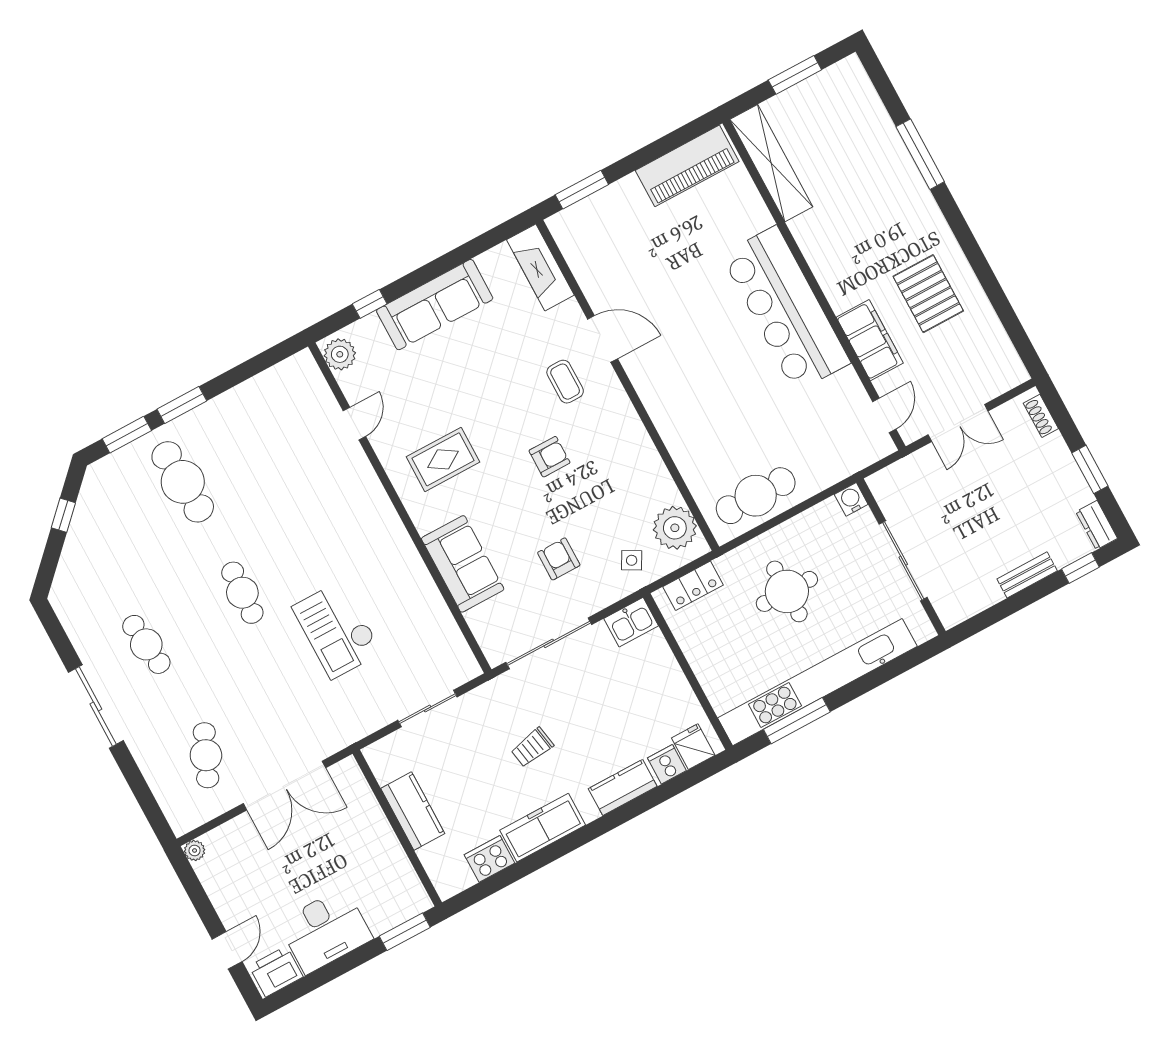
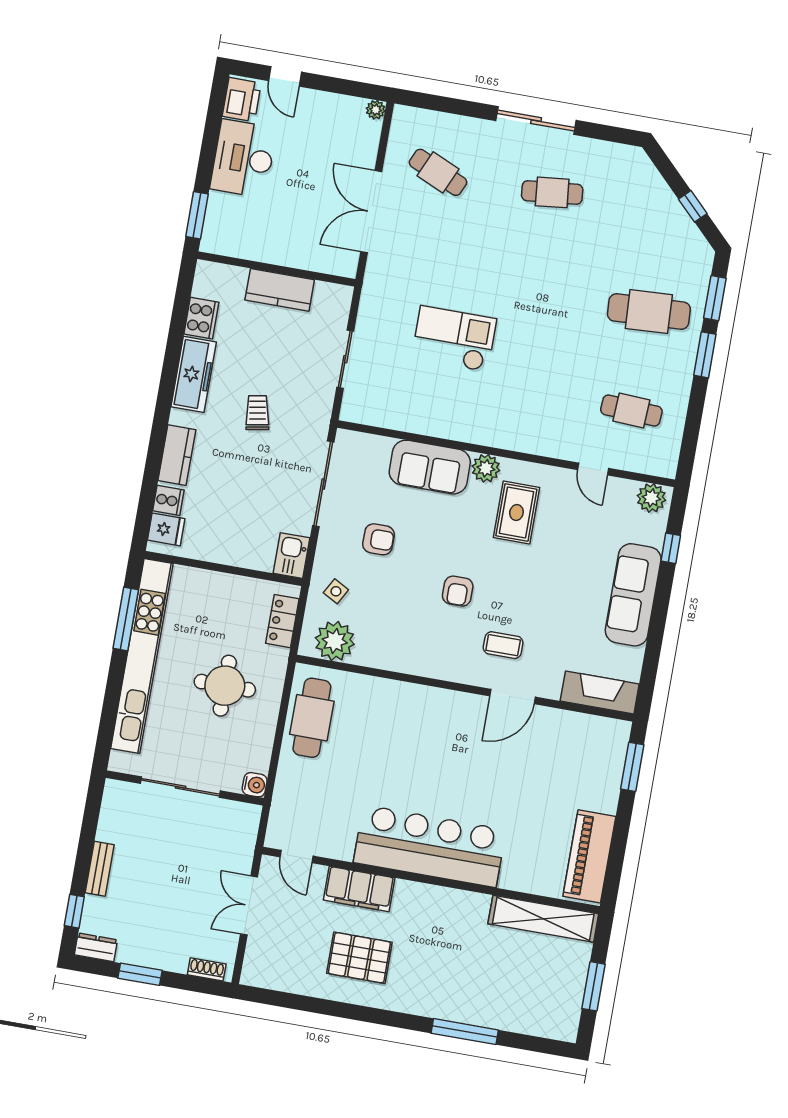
plant: (426, 515) -> (486, 468), added
cafe table: (242, 593) -> (631, 410), moved

